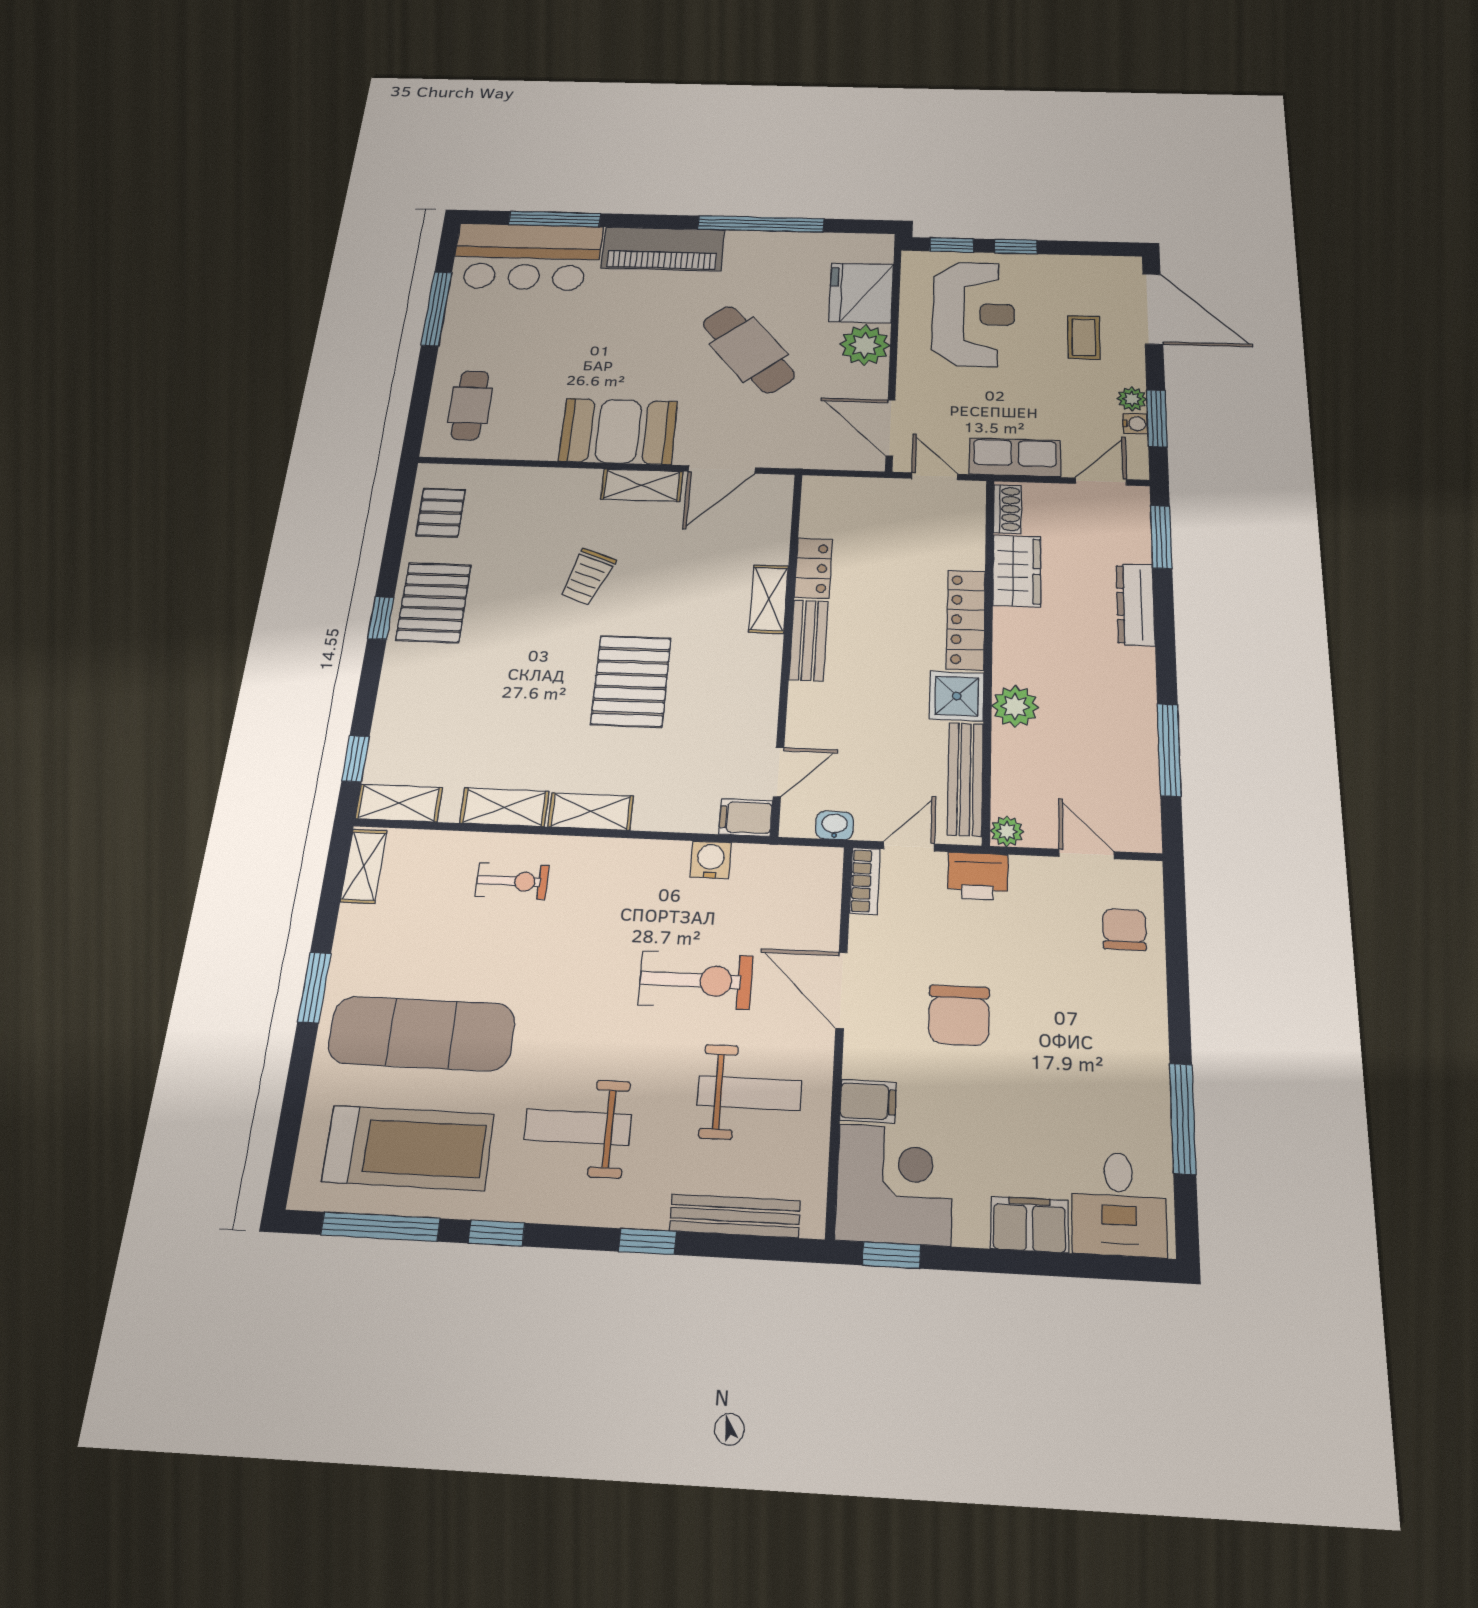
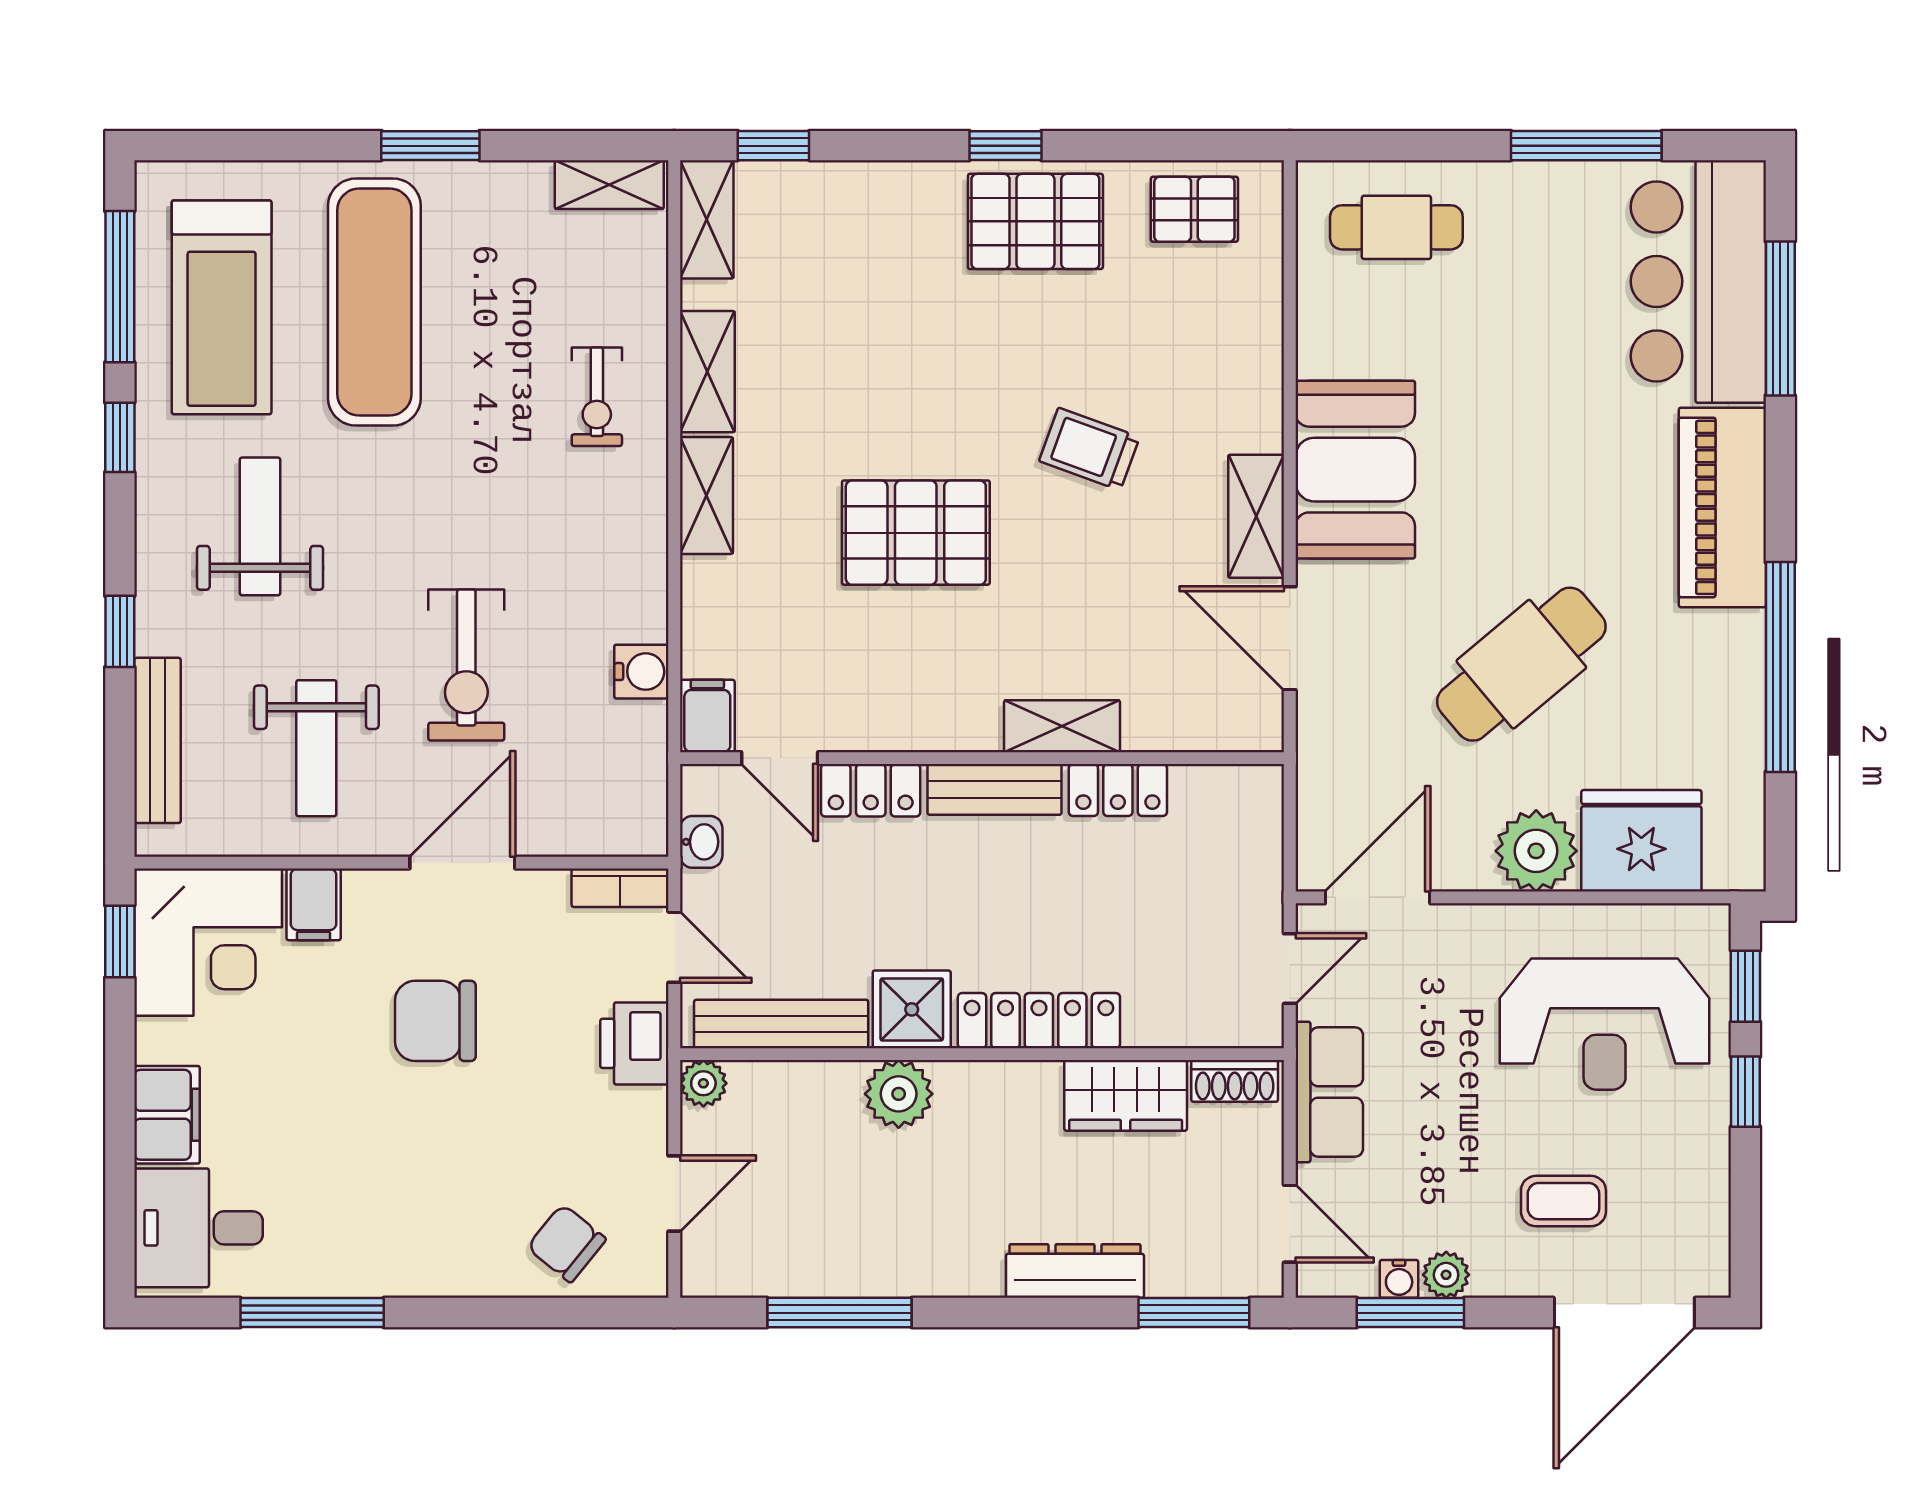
locker: (805, 716) -> (871, 790), added
chair: (1124, 930) -> (566, 1243), turned -141

